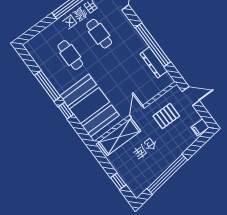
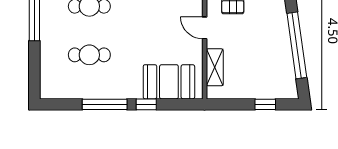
booth: (89, 106) -> (169, 82), width x0.73, depth x0.70
shelving: (119, 137) -> (215, 67), width x0.67, depth x0.75

